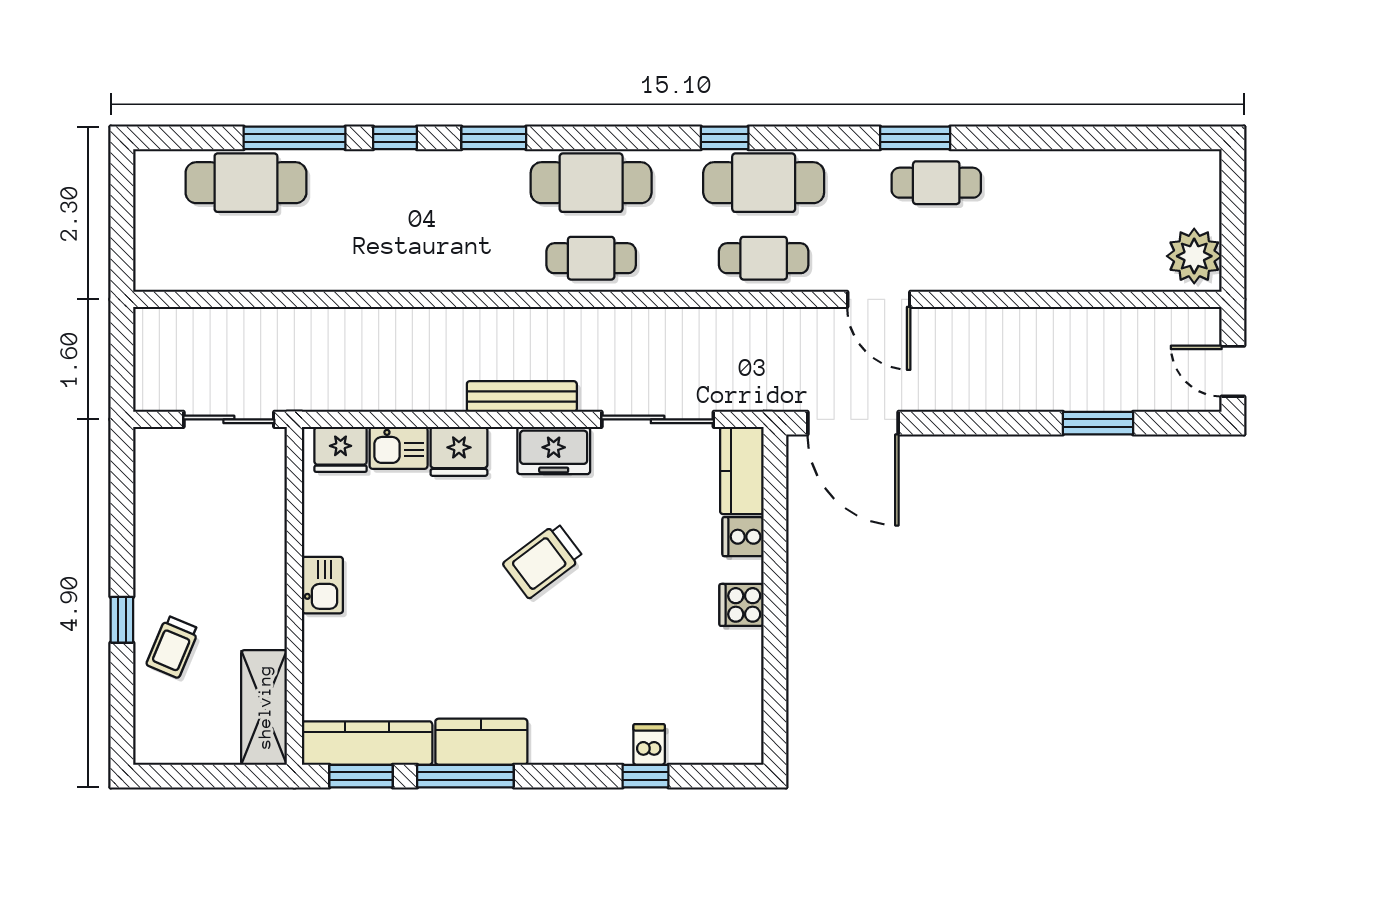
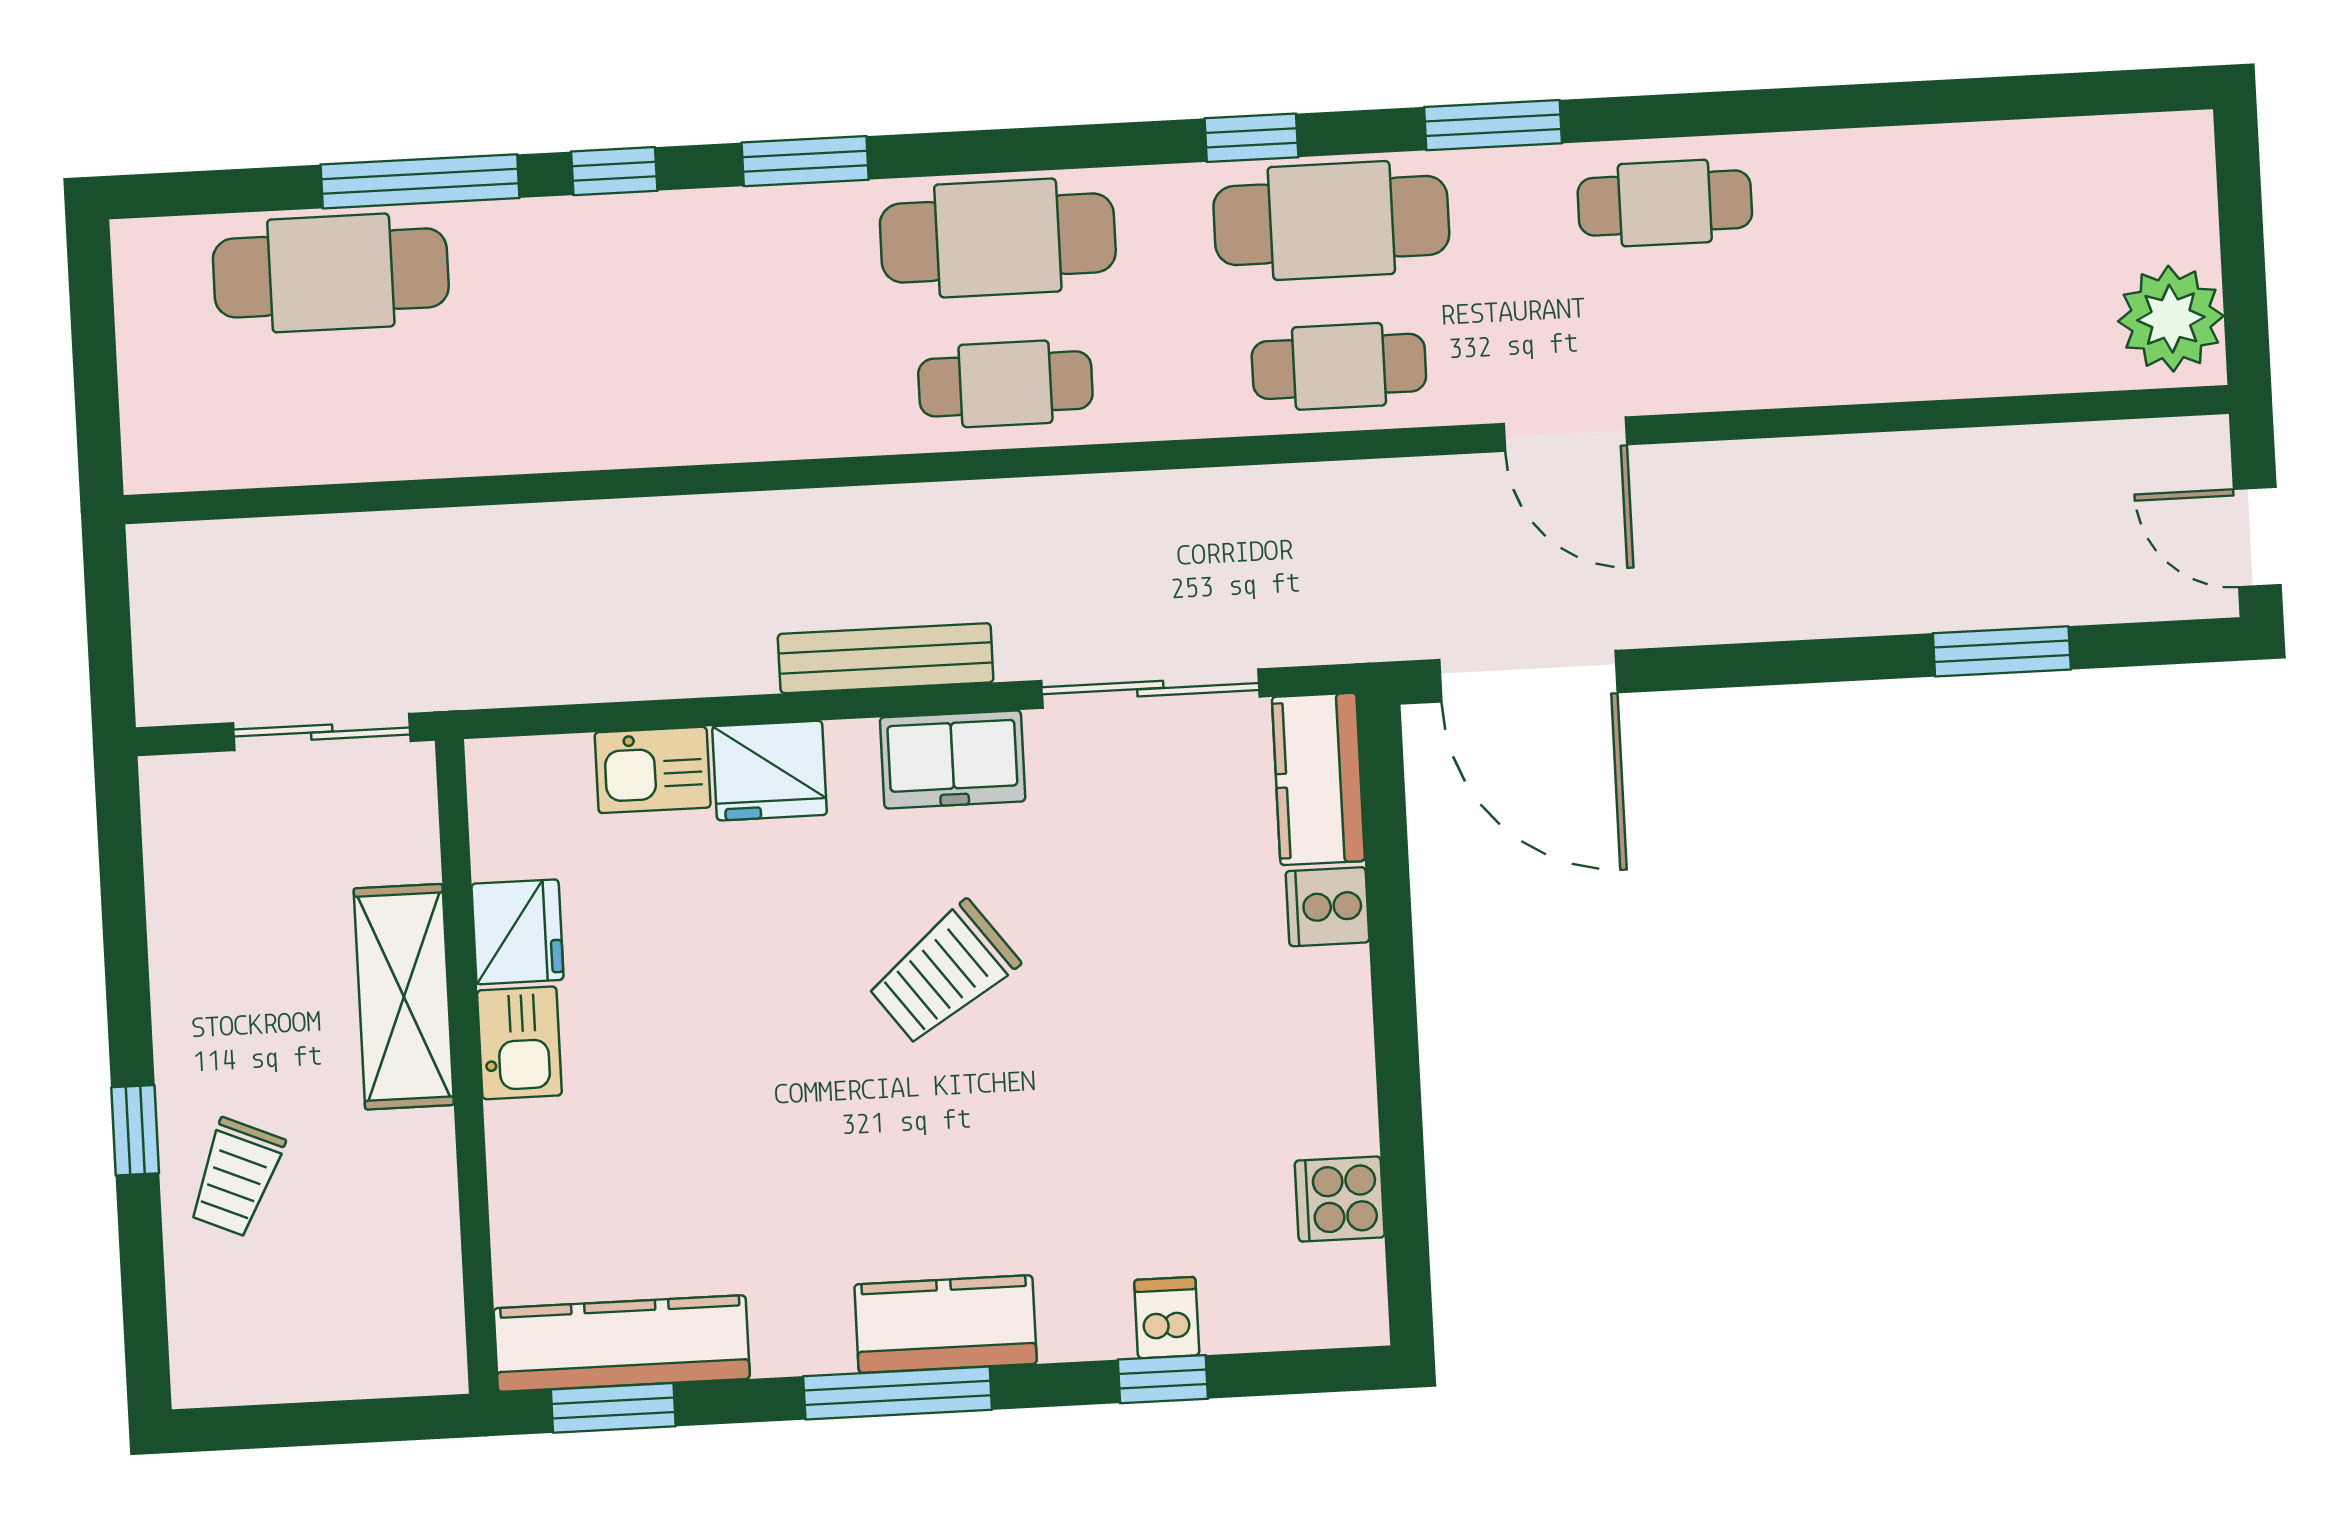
window: (915, 138) -> (1493, 125), moved
fridge: (341, 449) -> (517, 932), moved, turned -90
cooker: (742, 605) -> (1340, 1199), moved
shelving: (264, 707) -> (404, 997), moved
kitchen counter: (481, 742) -> (946, 1324), moved
window: (465, 776) -> (898, 1393), moved

